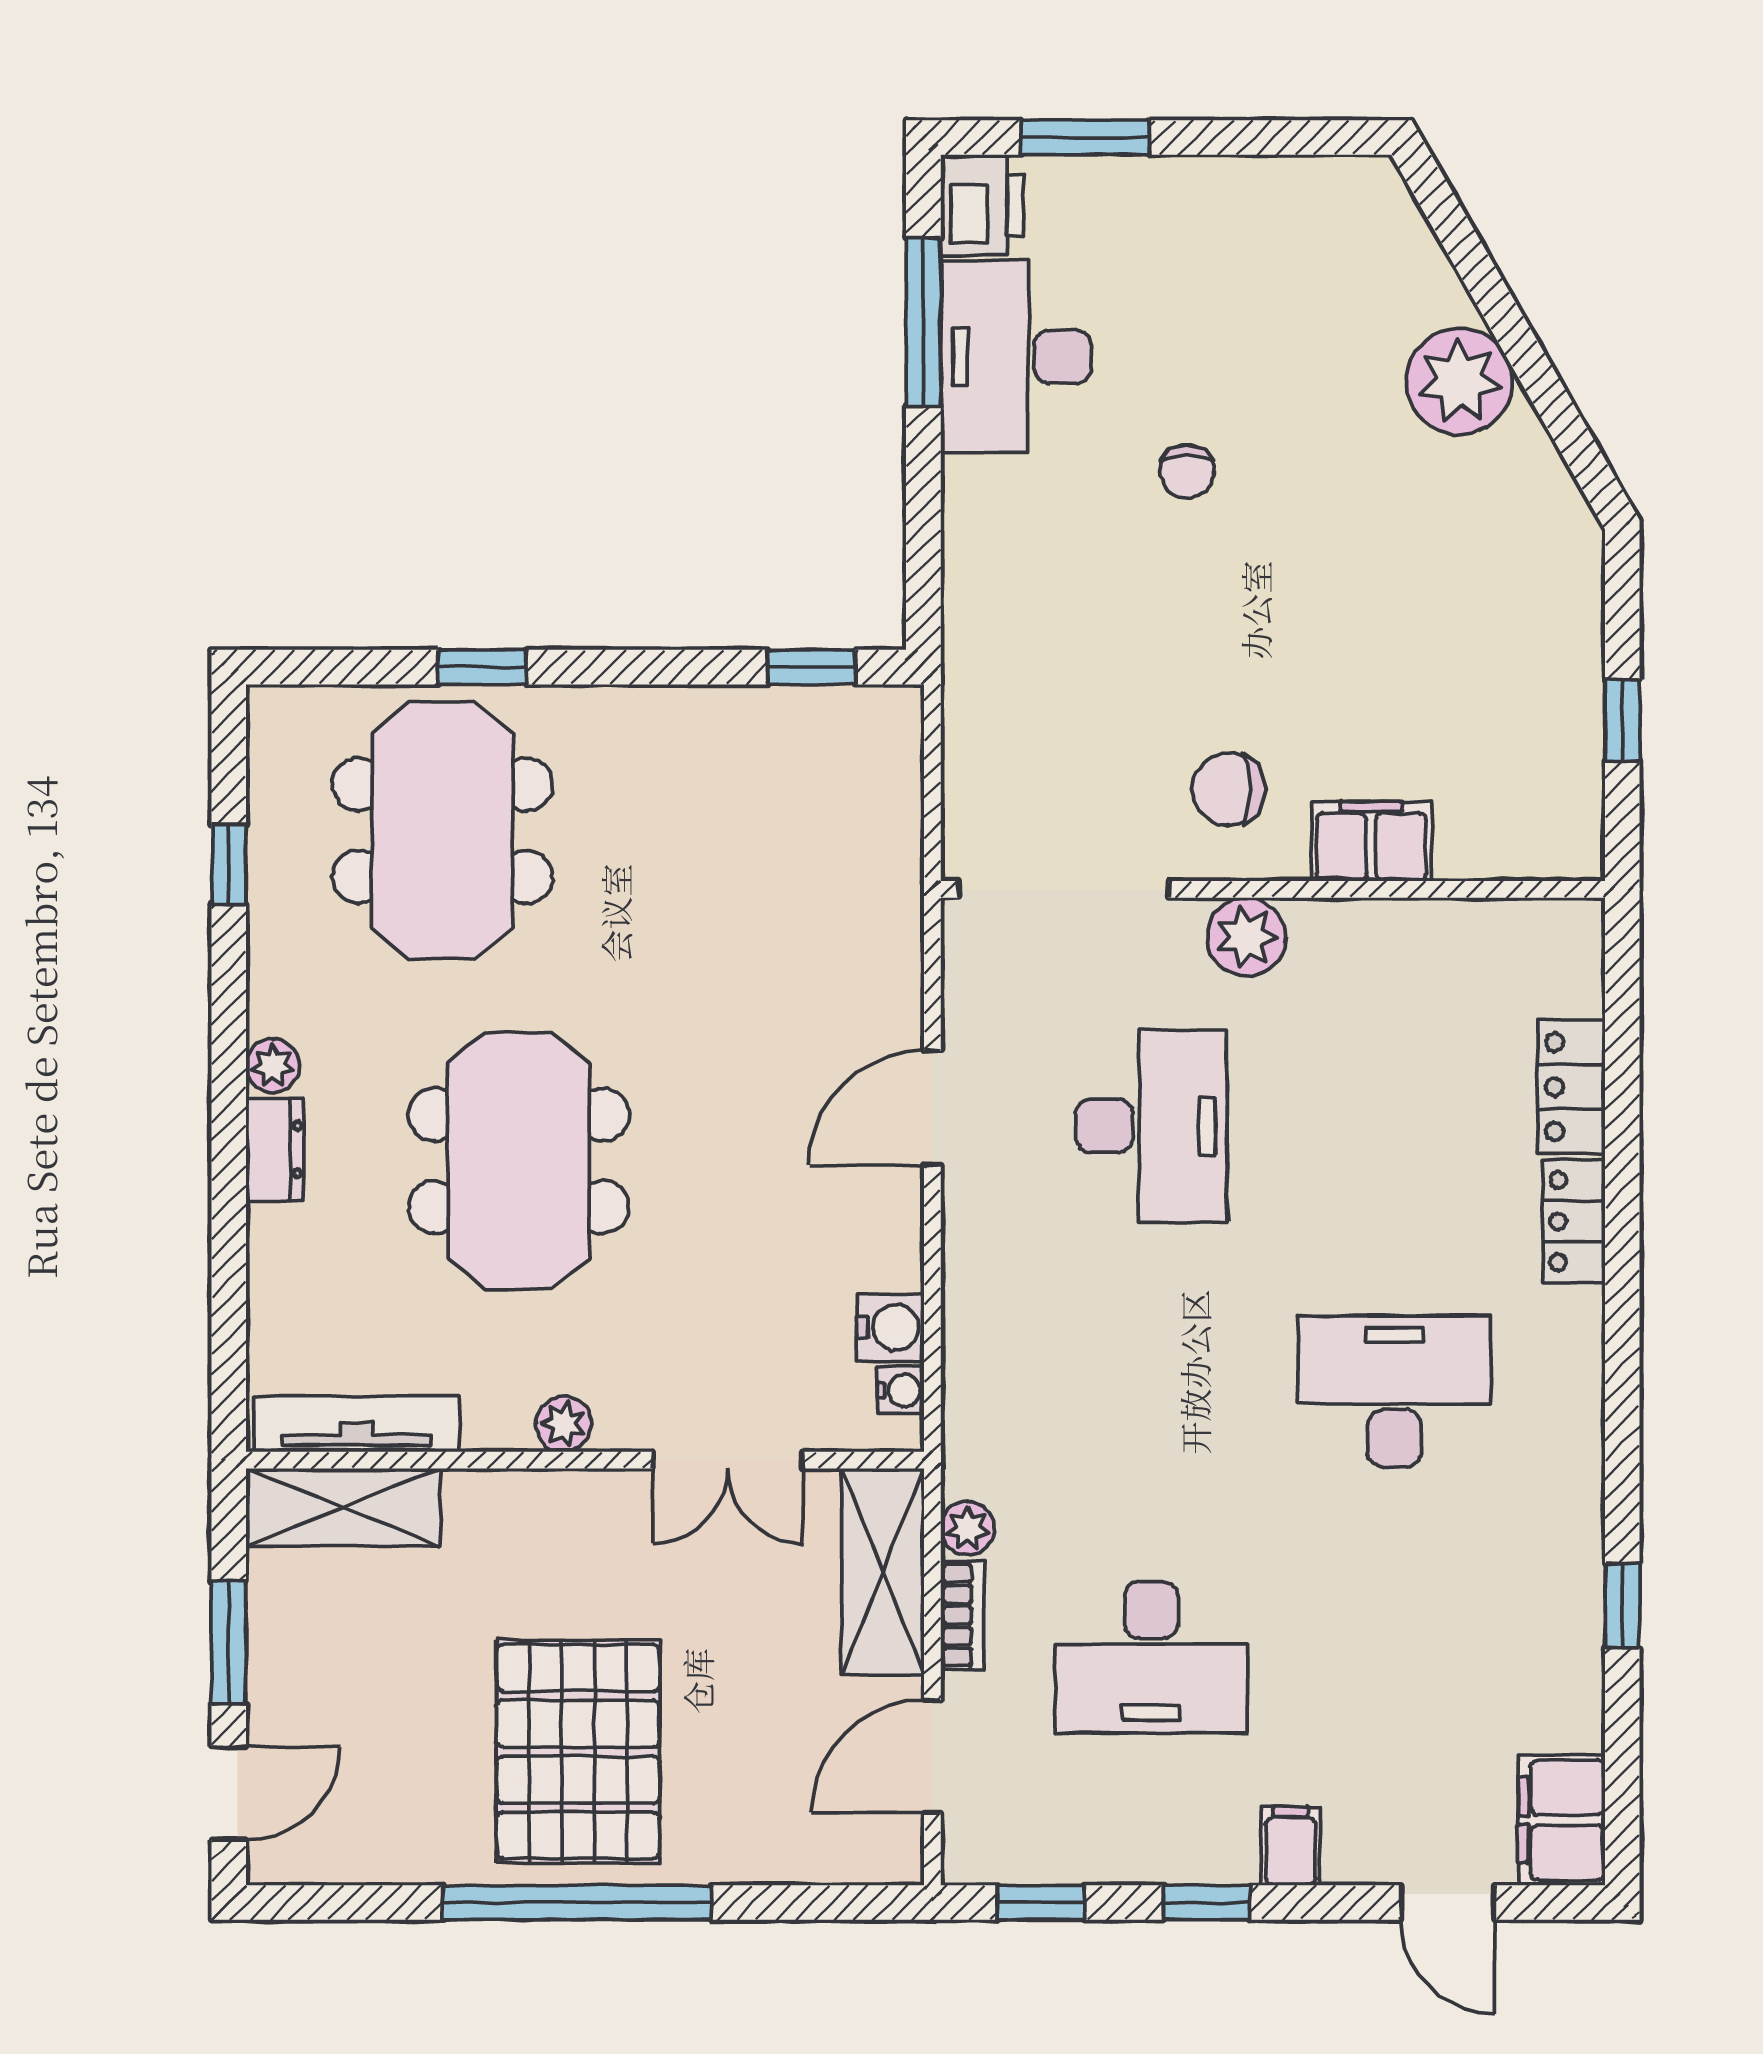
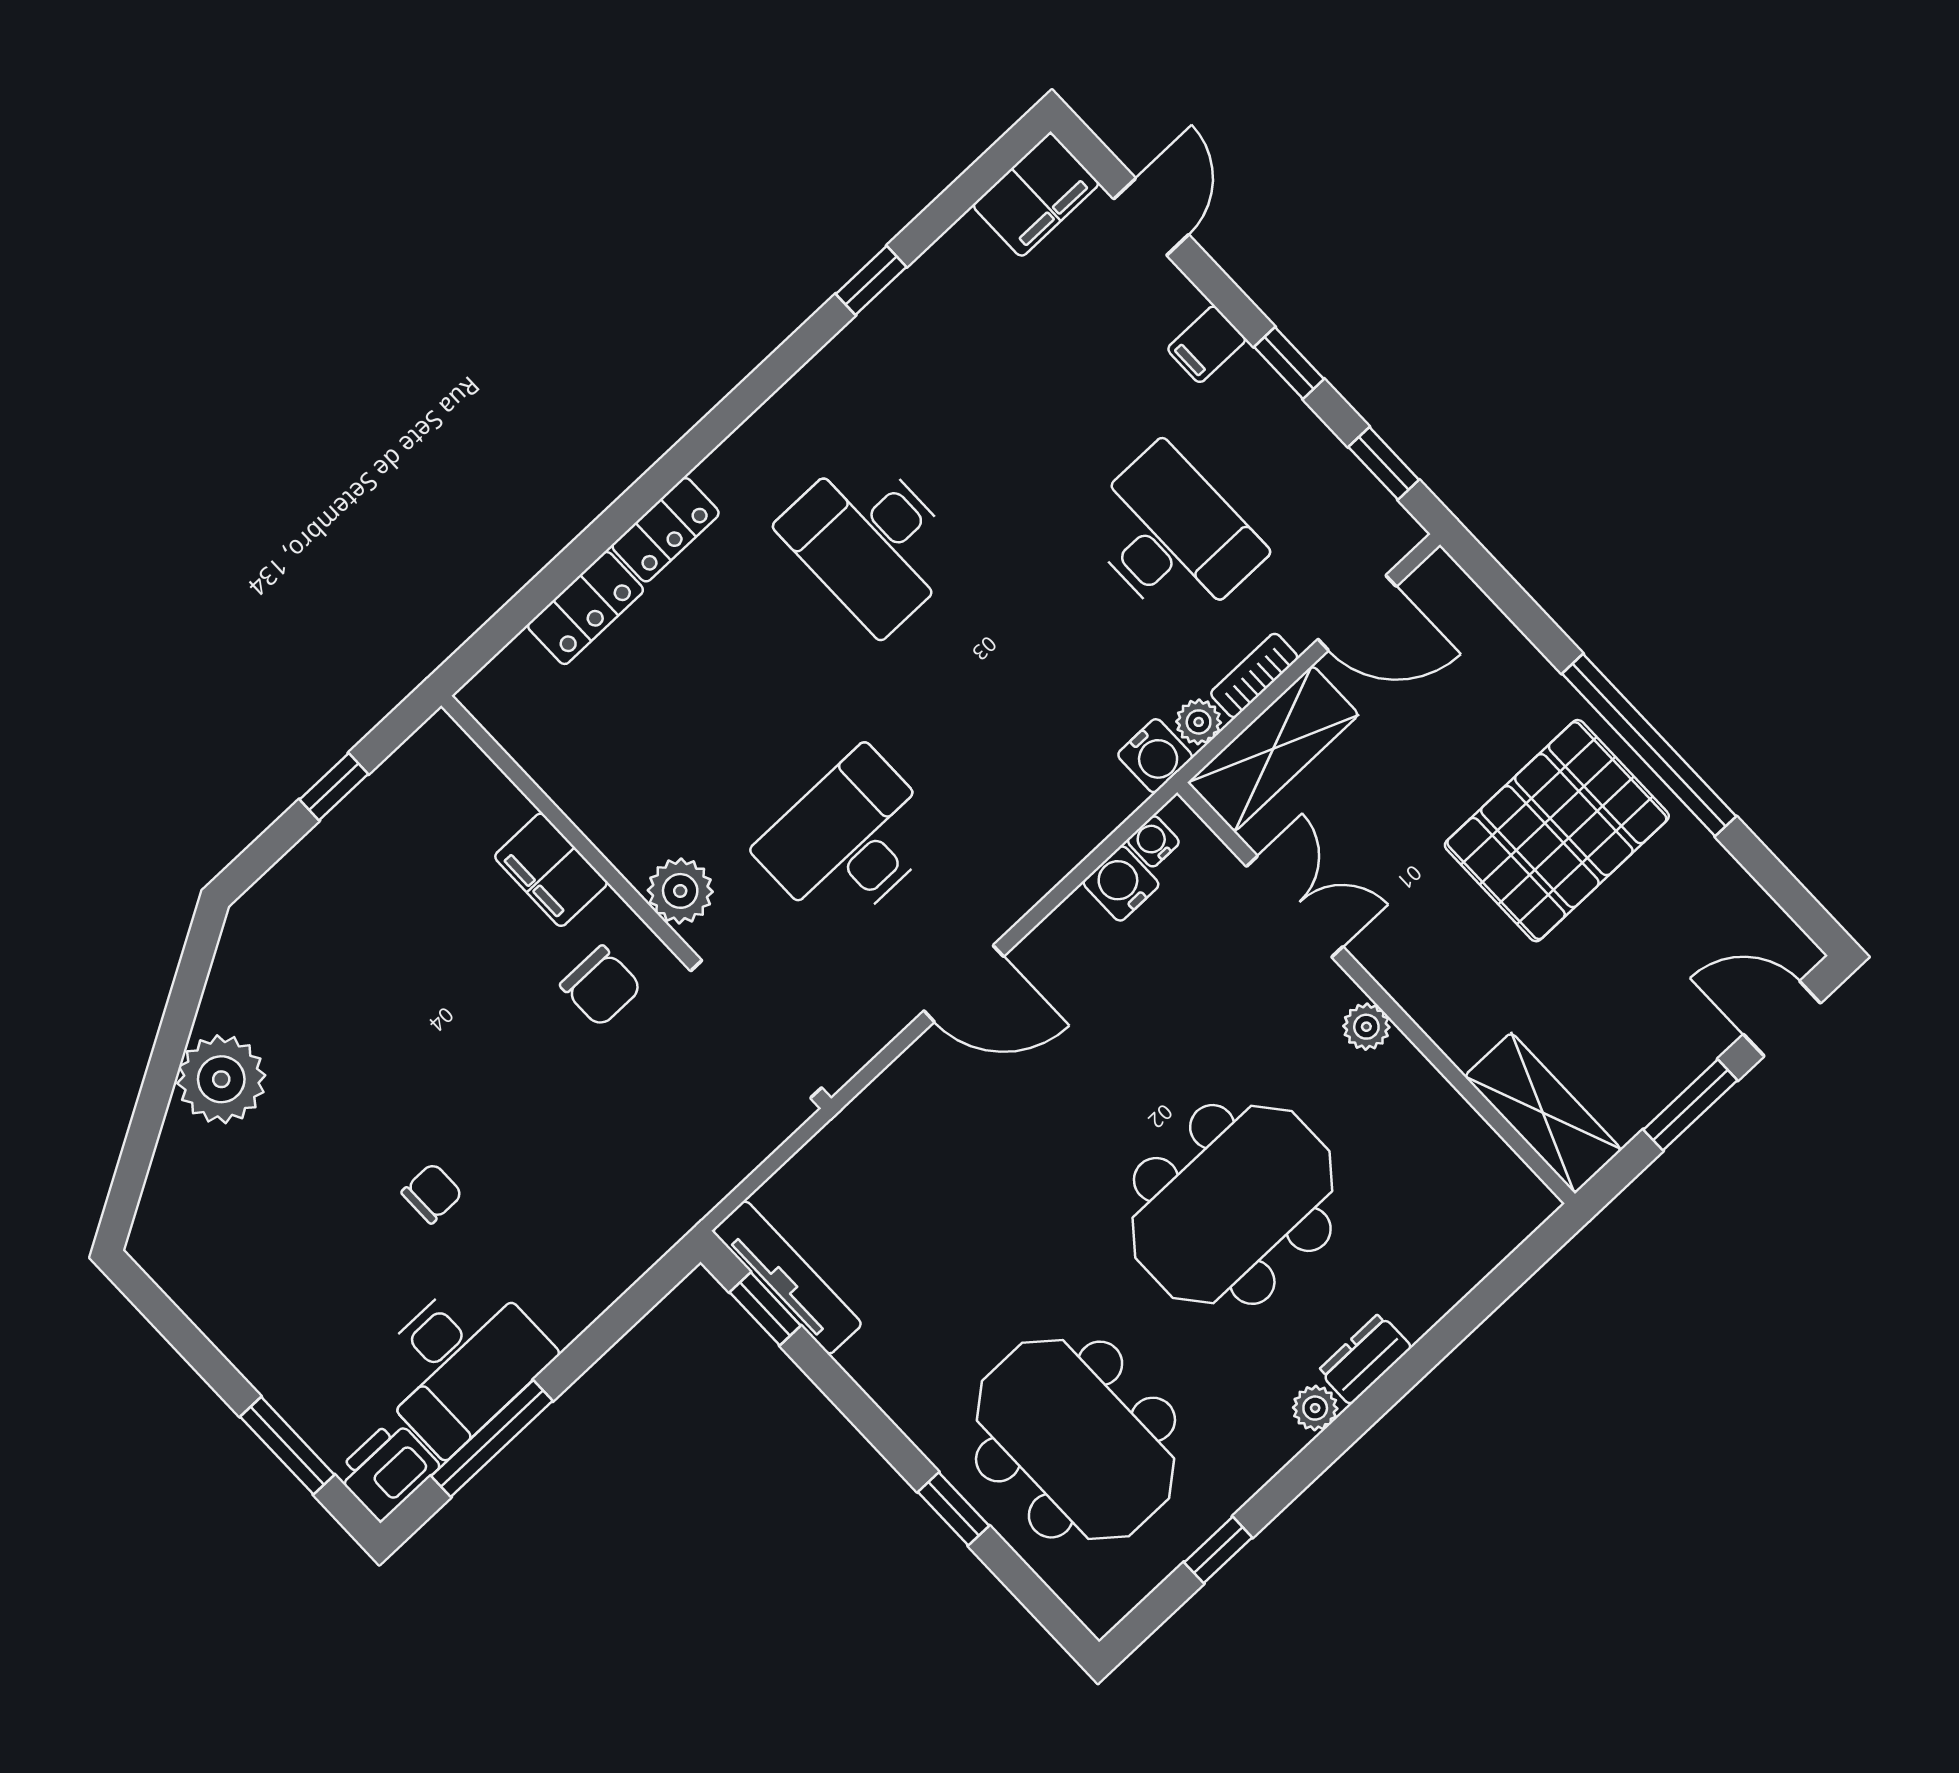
meeting table: (442, 831) -> (1076, 1440), turned 90
tv unit: (356, 1424) -> (787, 1277), moved, turned 180
water cooler: (974, 1463) -> (1155, 756), added

